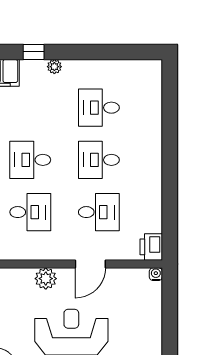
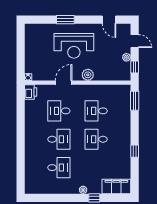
desk: (30, 160) -> (96, 139), turned 180

